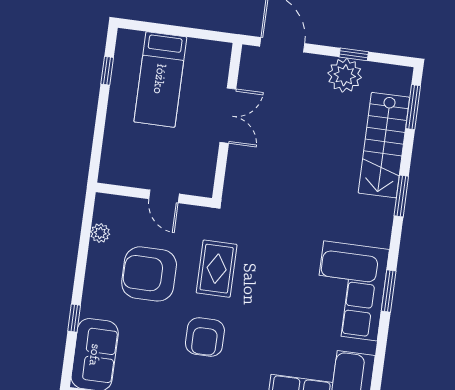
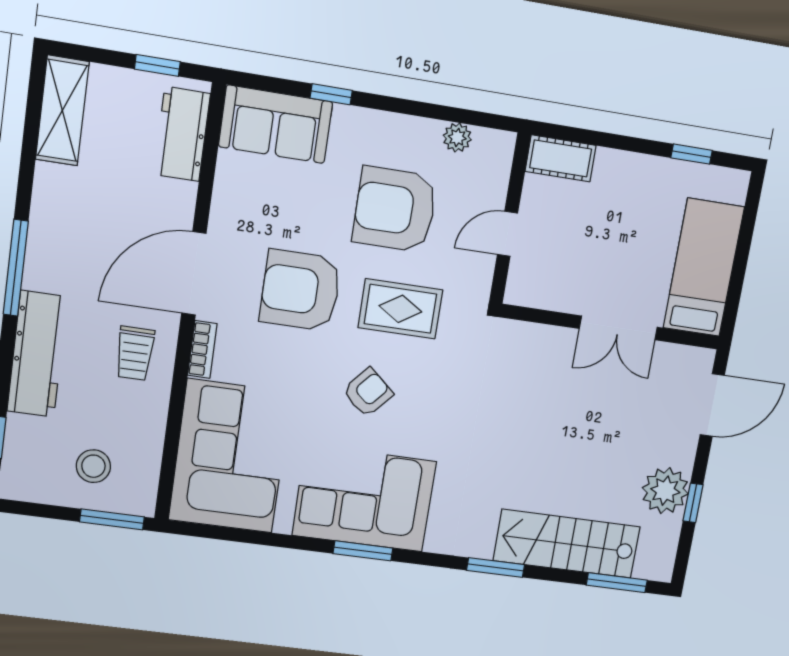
bed: (160, 79) -> (704, 268), moved, turned 90
cot: (112, 162) -> (561, 158), added
armchair: (149, 274) -> (395, 209), turned -90
armchair: (275, 290) -> (368, 392), added
armchair: (205, 337) -> (300, 290), width x1.36, depth x1.36

